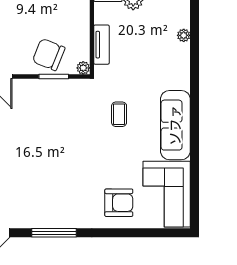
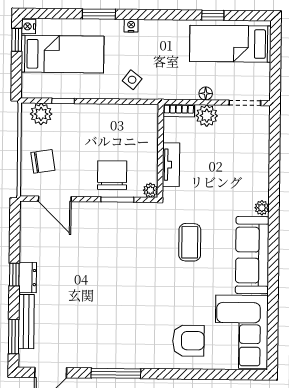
plant: (184, 35) -> (262, 208), moved
chair: (49, 55) -> (112, 175), turned 68
coffee table: (119, 114) -> (190, 242), width x1.36, depth x1.30

